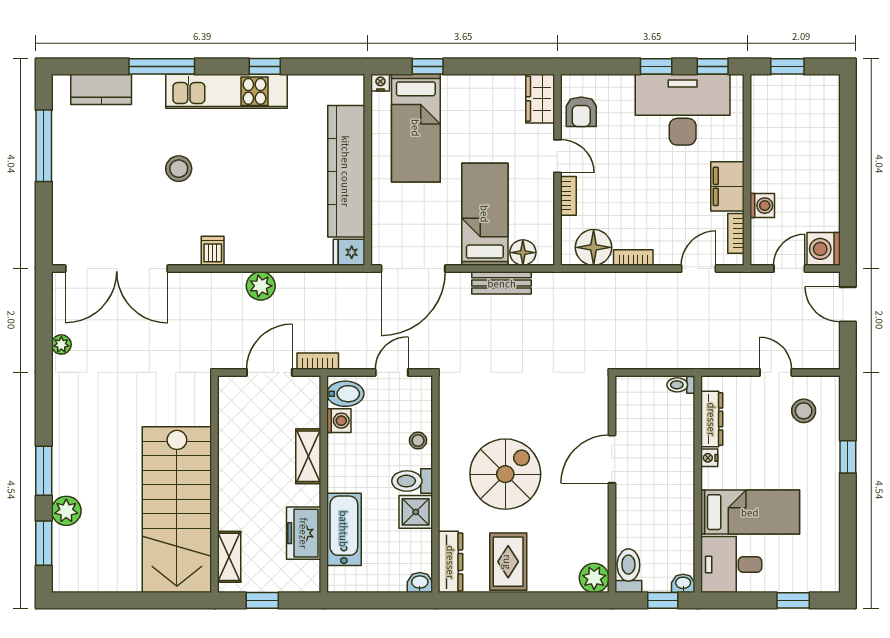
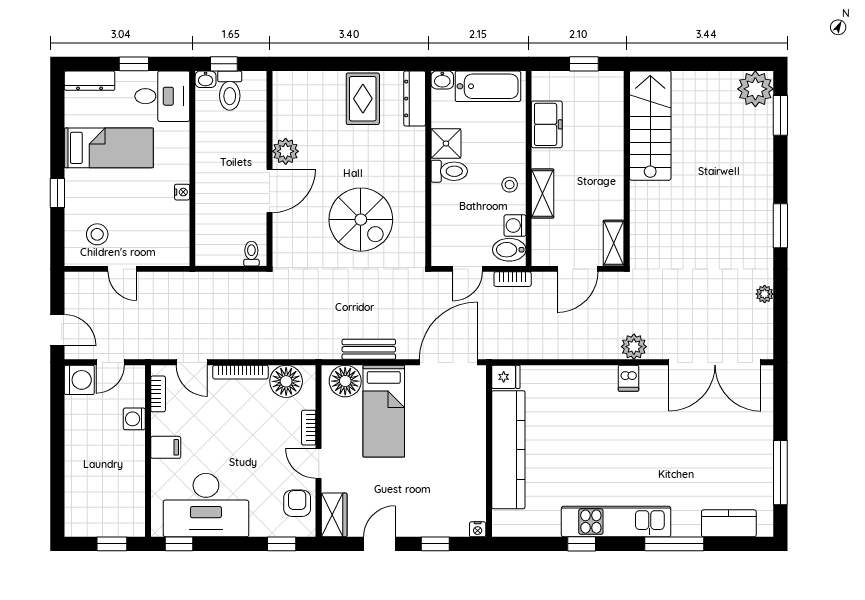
door: (490, 66) -> (379, 544), added
window: (656, 66) -> (282, 544), moved
bed: (416, 128) -> (446, 488), removed
stool: (179, 169) -> (659, 452), removed
filing cabinet: (727, 186) -> (166, 447), width x0.50
floor lamp: (523, 253) -> (345, 381), width x1.38, depth x1.38
bookcase: (633, 258) -> (240, 372), width x1.56
double door: (117, 269) -> (715, 362), swing flipped
door: (699, 269) -> (192, 362), hinge flipped
plant: (261, 286) -> (634, 347), moved
bookcase: (318, 361) -> (513, 279), moved
toilet: (681, 385) -> (251, 254), moved, turned -90
dresser: (712, 419) -> (90, 81), moved, turned -90
stool: (418, 441) -> (510, 185), moved
window: (44, 471) -> (780, 226), moved
spiral stairs: (505, 474) -> (361, 220), moved, turned -90
stairs: (177, 510) -> (650, 126), width x0.73, depth x0.66
plant: (66, 511) -> (755, 89), moved, width x1.36, depth x1.36
bed: (750, 512) -> (109, 148), moved, turned 180
bathtub: (344, 529) -> (488, 86), moved, turned -90
shelving: (229, 557) -> (614, 243), moved
toilet: (628, 571) -> (230, 91), moved
plant: (594, 578) -> (286, 151), moved
window: (793, 600) -> (134, 64), moved

